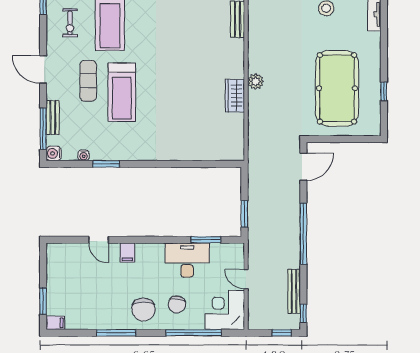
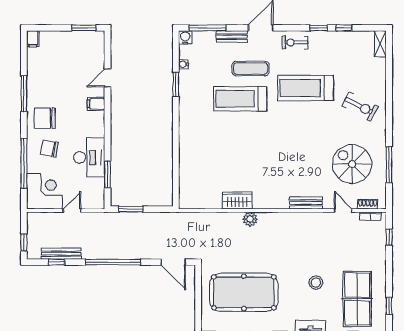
exercise bike: (70, 23) -> (295, 43), moved
bench: (53, 117) -> (232, 37), moved
window: (43, 301) -> (84, 28), moved
window: (303, 313) -> (57, 262), moved

